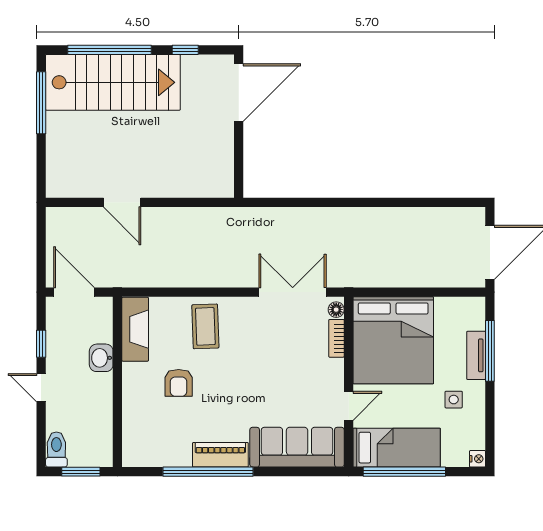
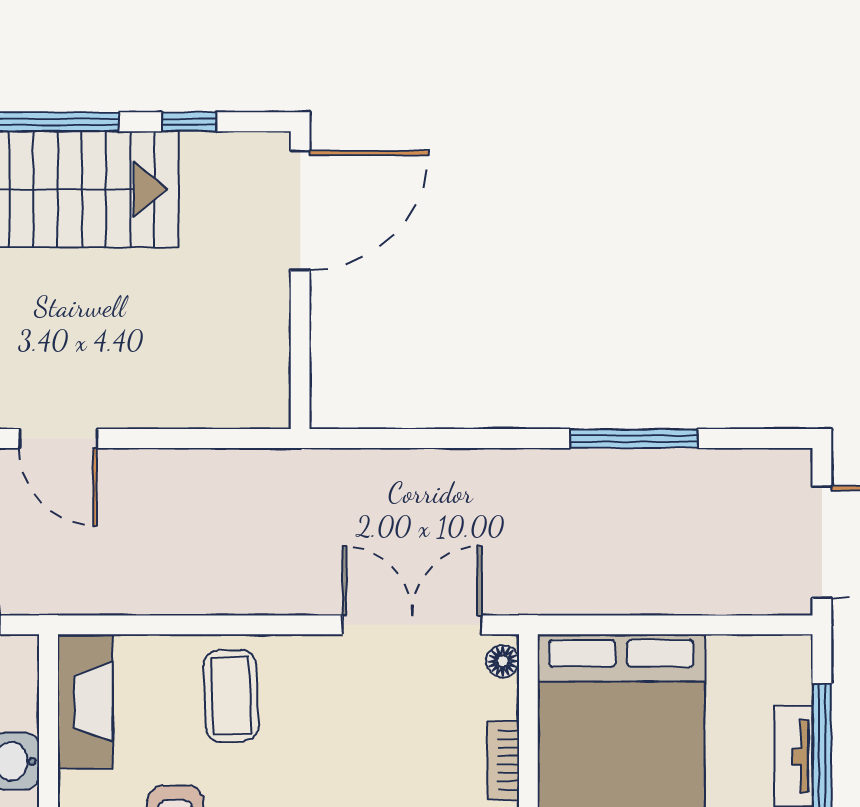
window: (399, 202) -> (634, 439), added
bookcase: (336, 338) -> (503, 760), moved

